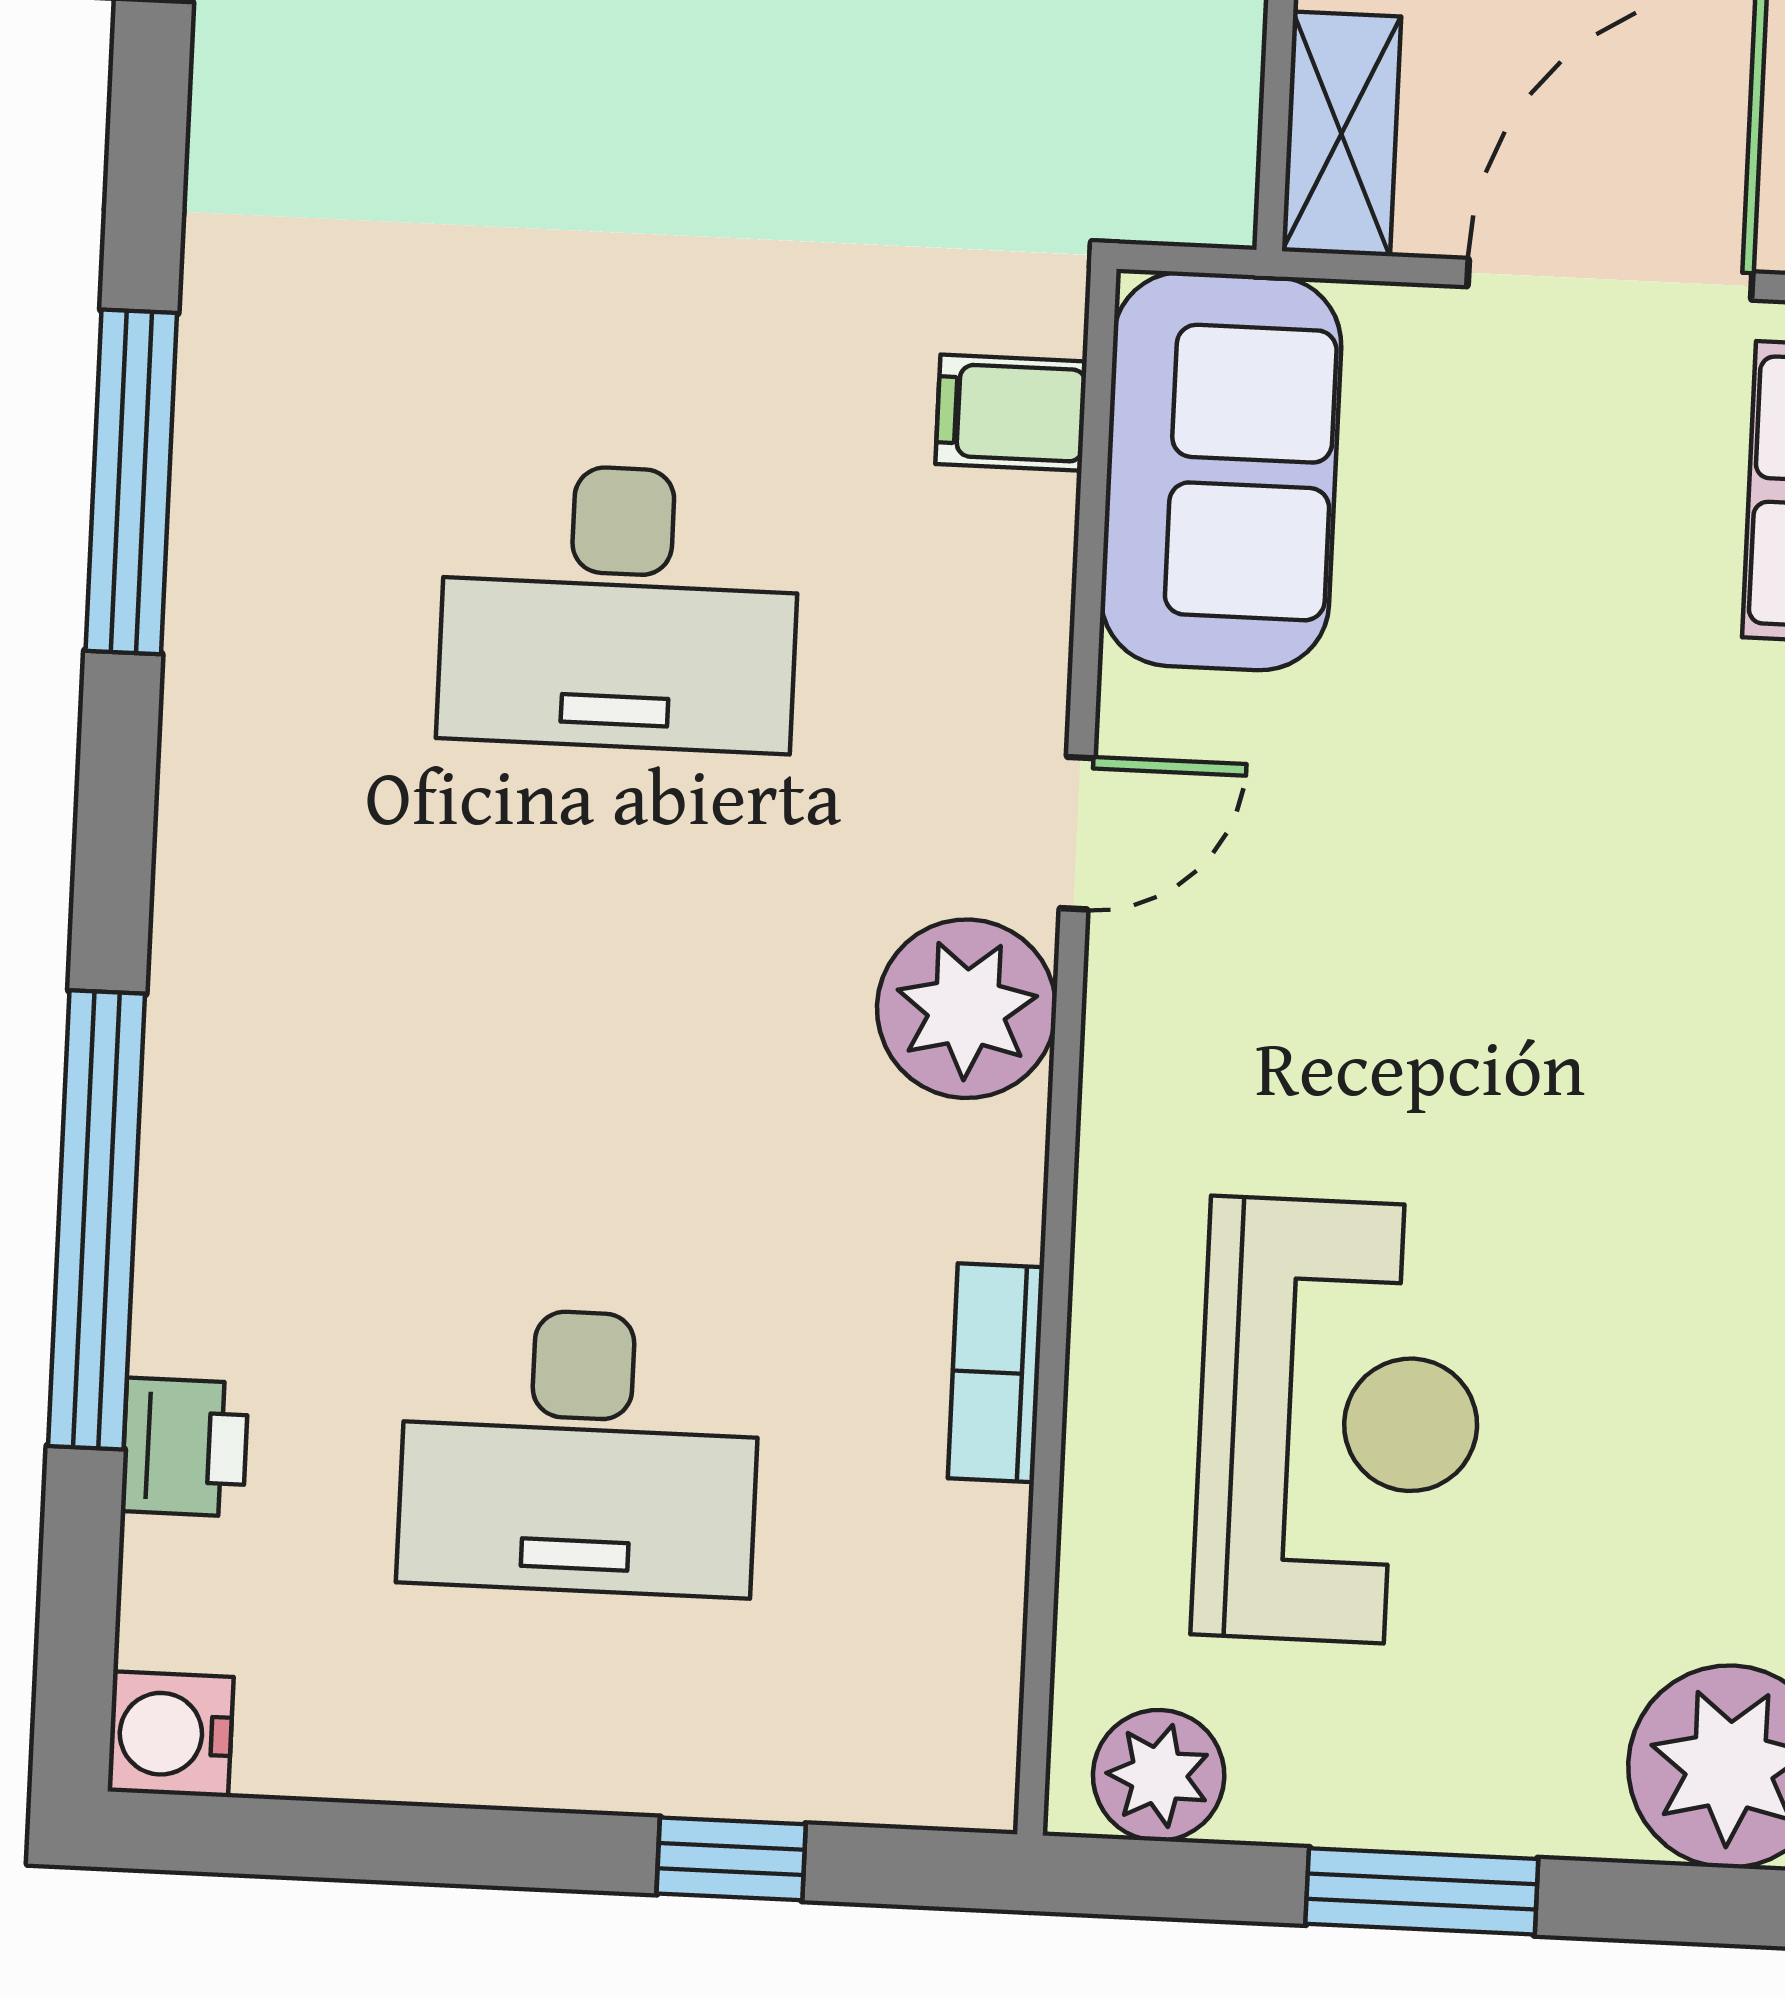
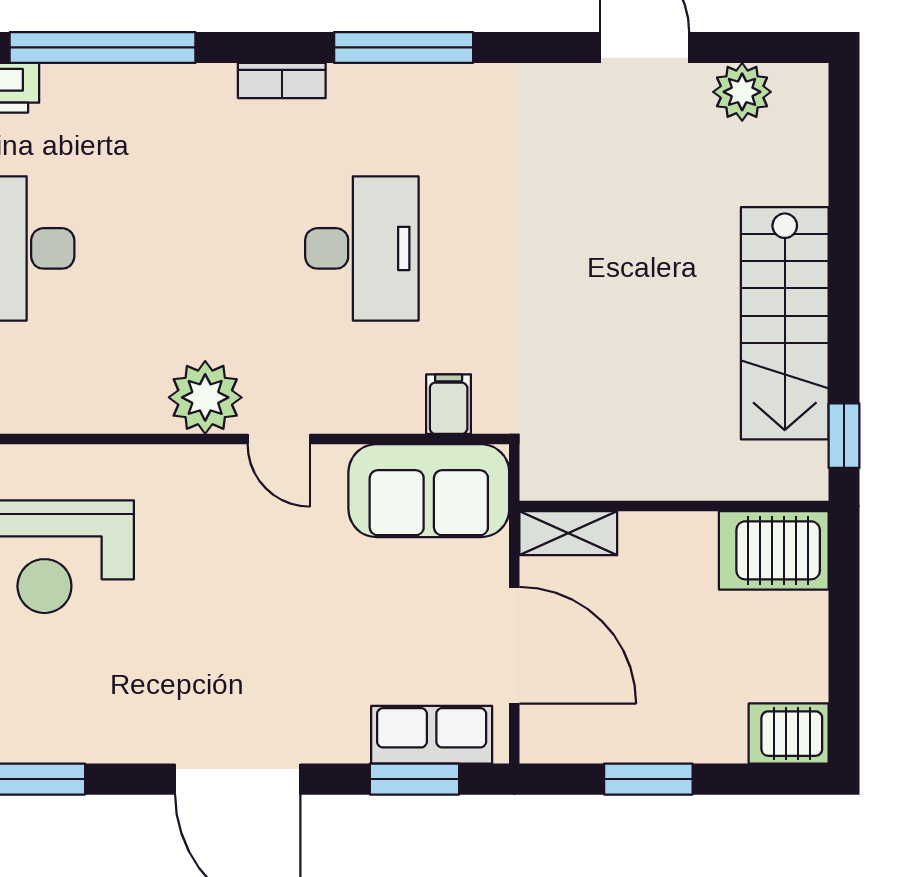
desk: (619, 607) -> (362, 248), turned 180
bookcase: (996, 1373) -> (282, 80), moved, turned 180

